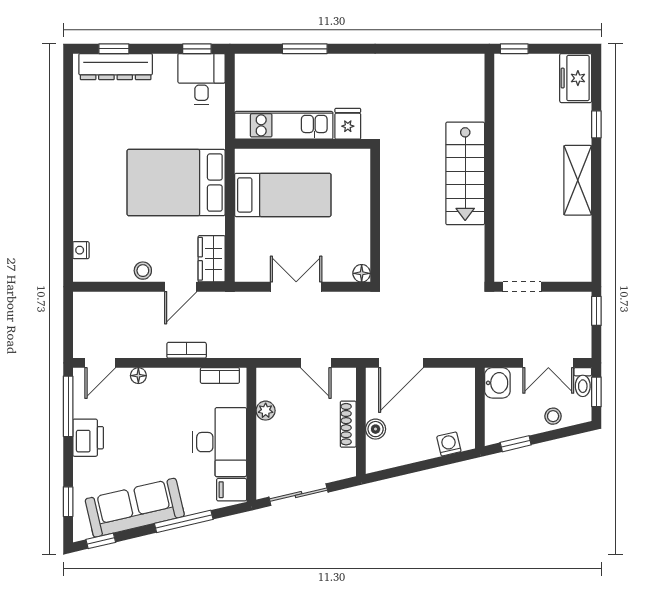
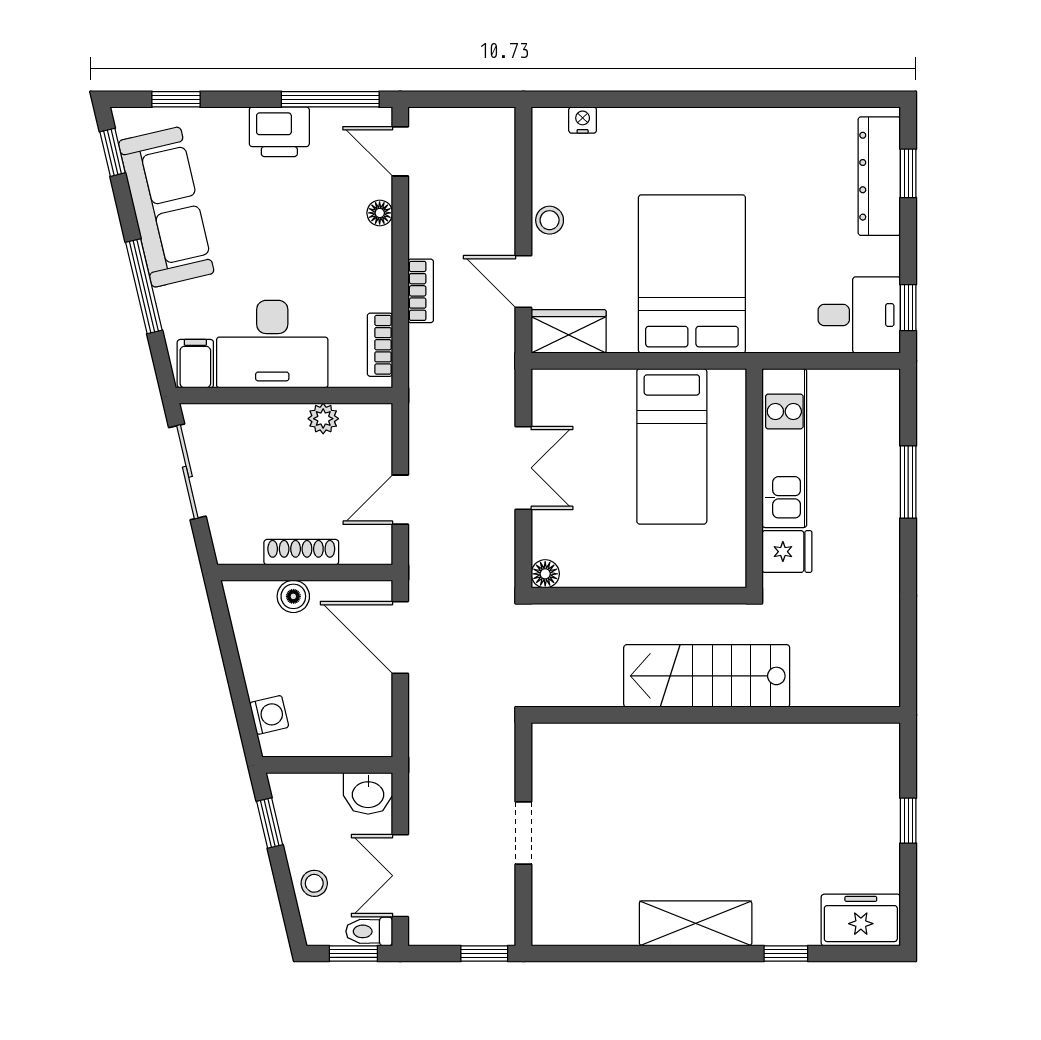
wall: (489, 168) -> (716, 715), moved
stairs: (465, 173) -> (707, 676), moved

